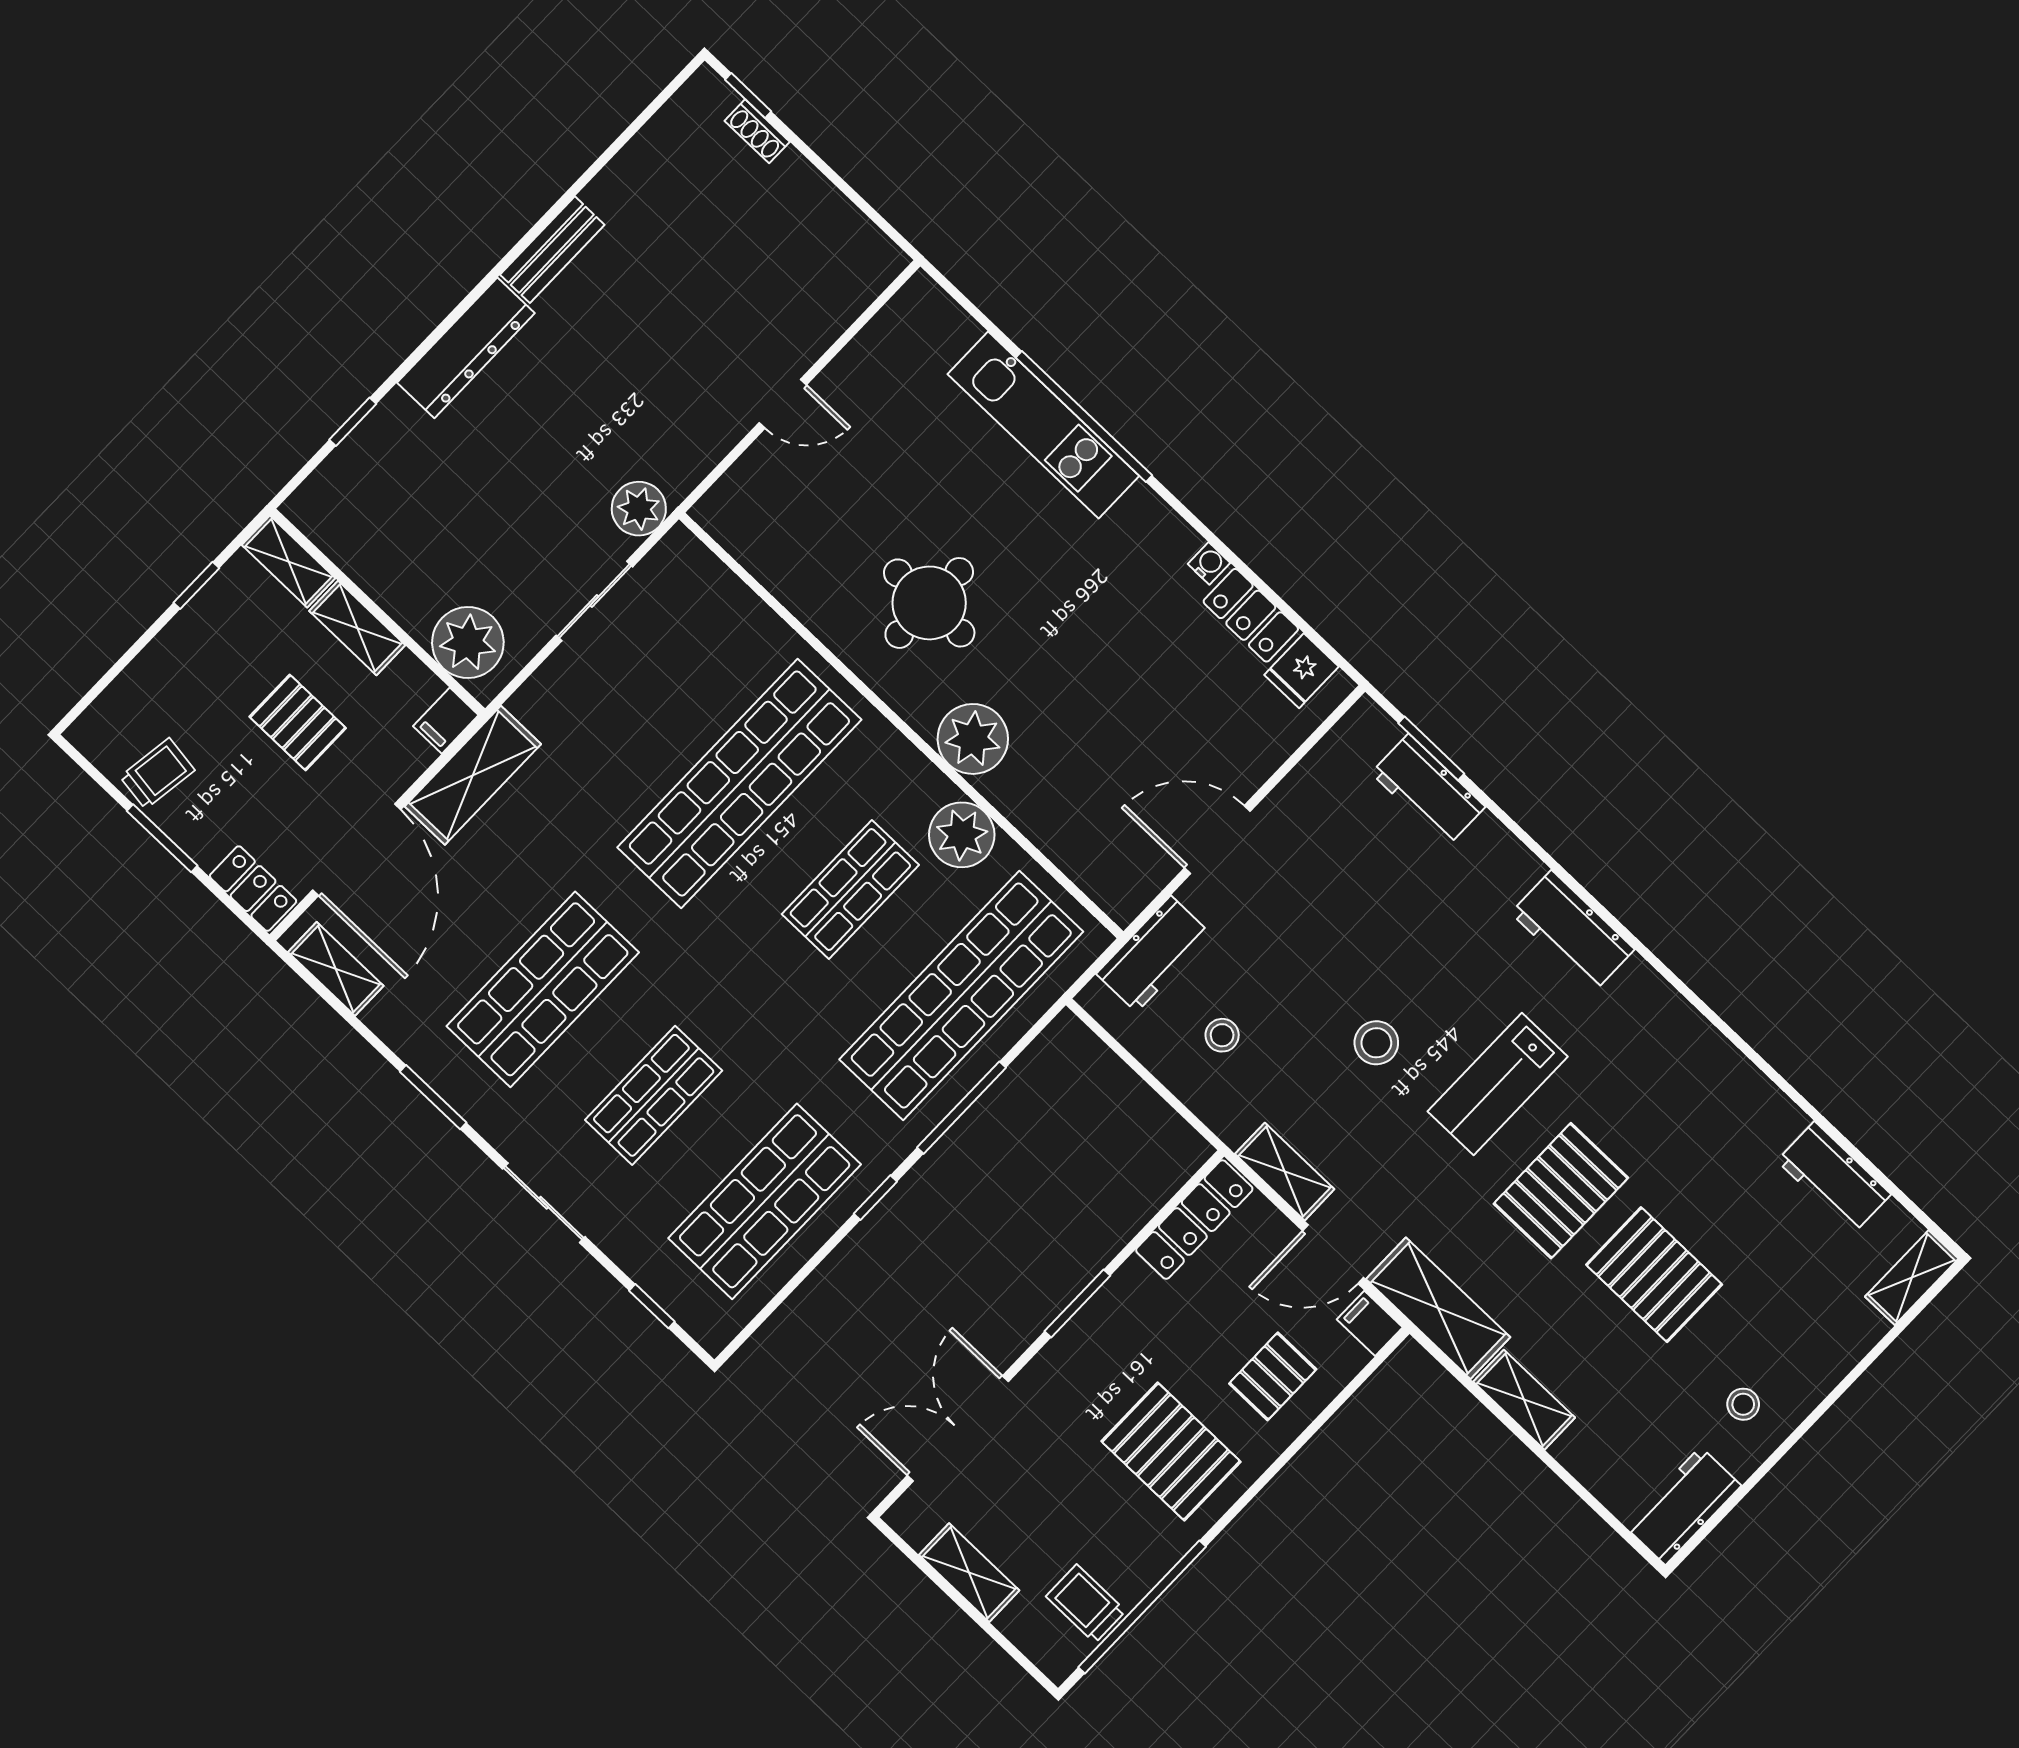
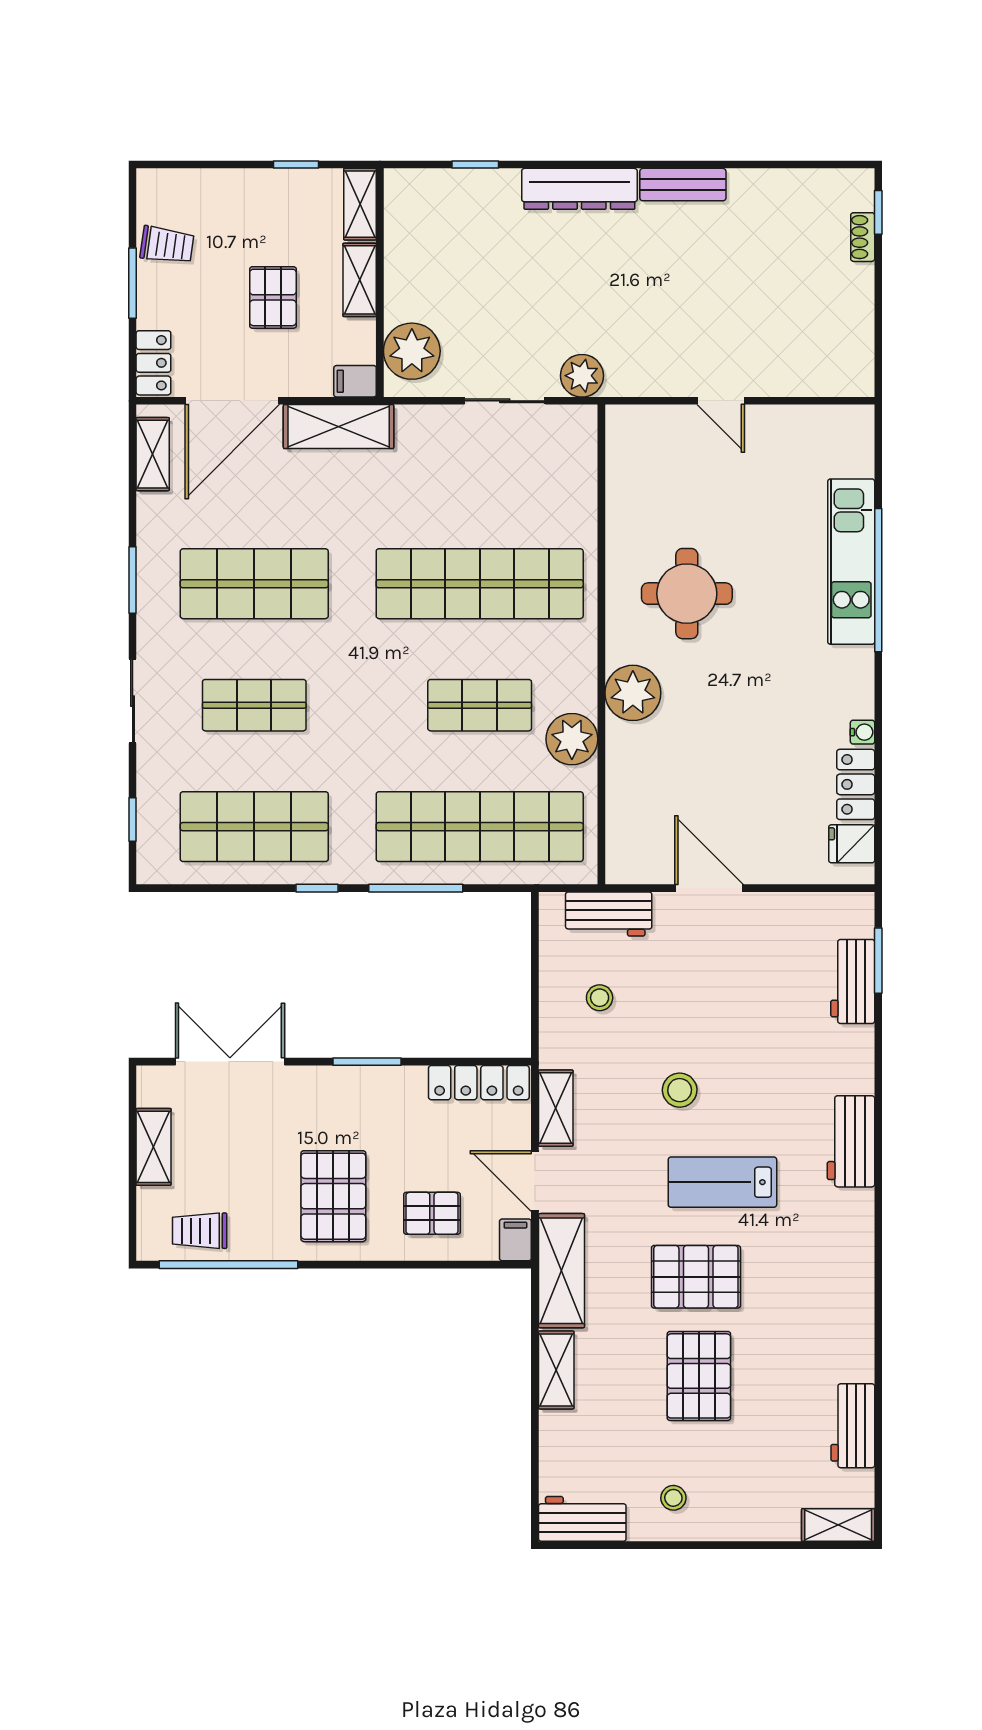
trolley: (1086, 1604) -> (200, 1231), turned -90

